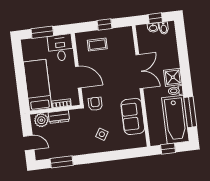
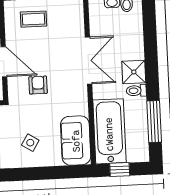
armchair: (95, 104) -> (38, 85), moved
sofa: (133, 116) -> (76, 141), moved
bathtub: (175, 120) -> (109, 131), moved, turned 180

